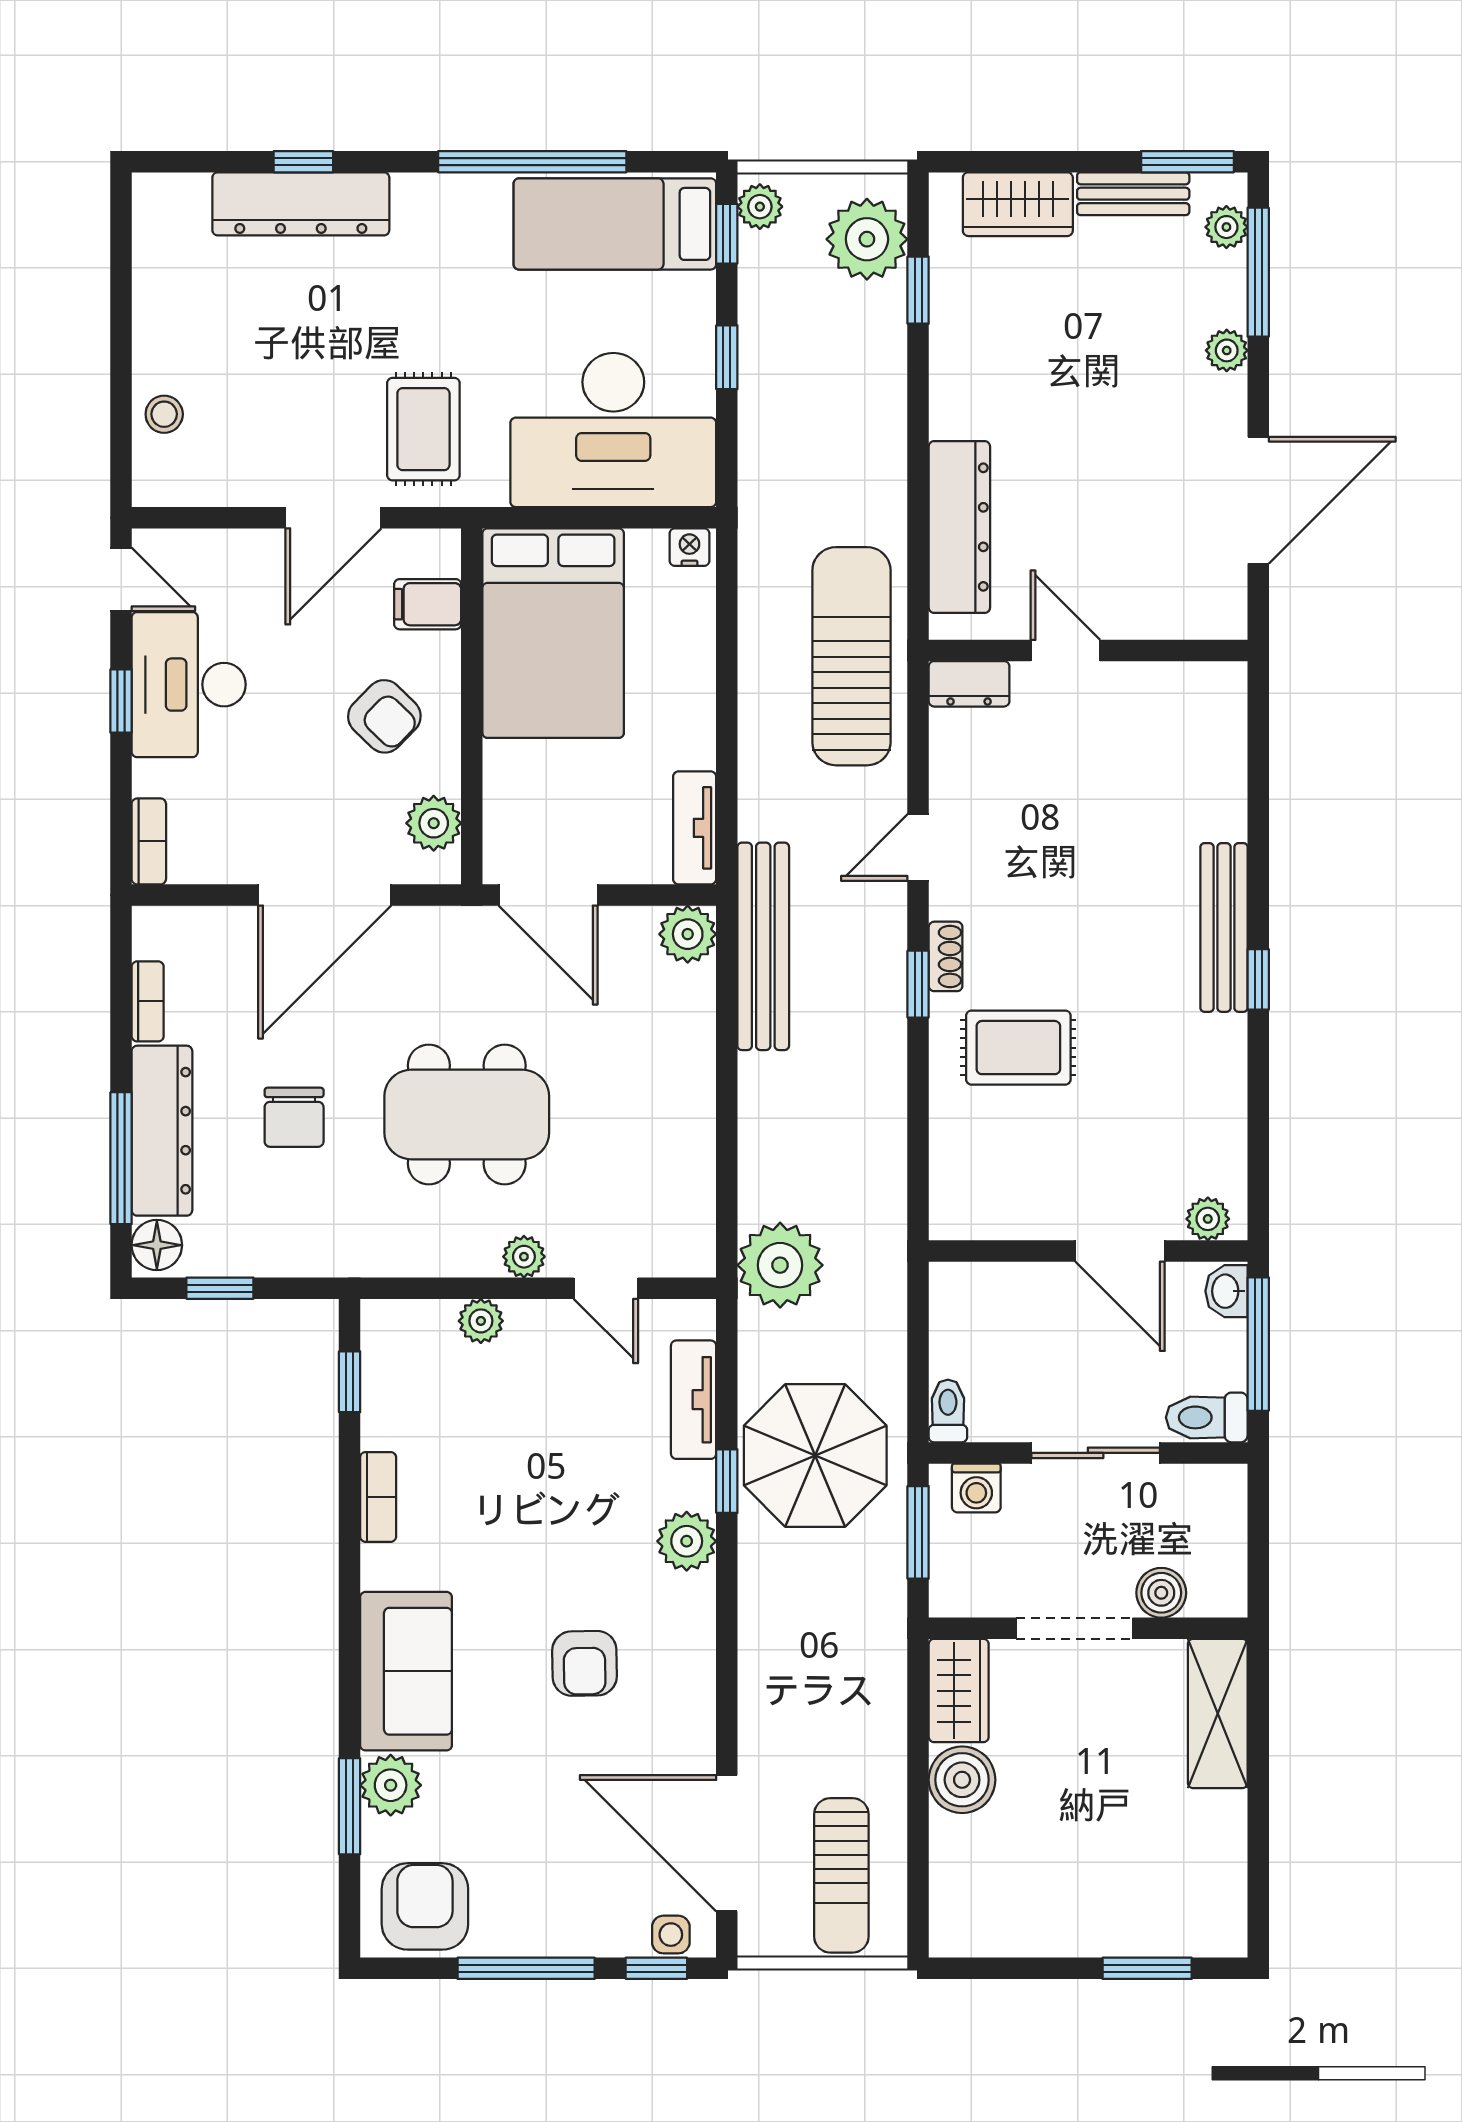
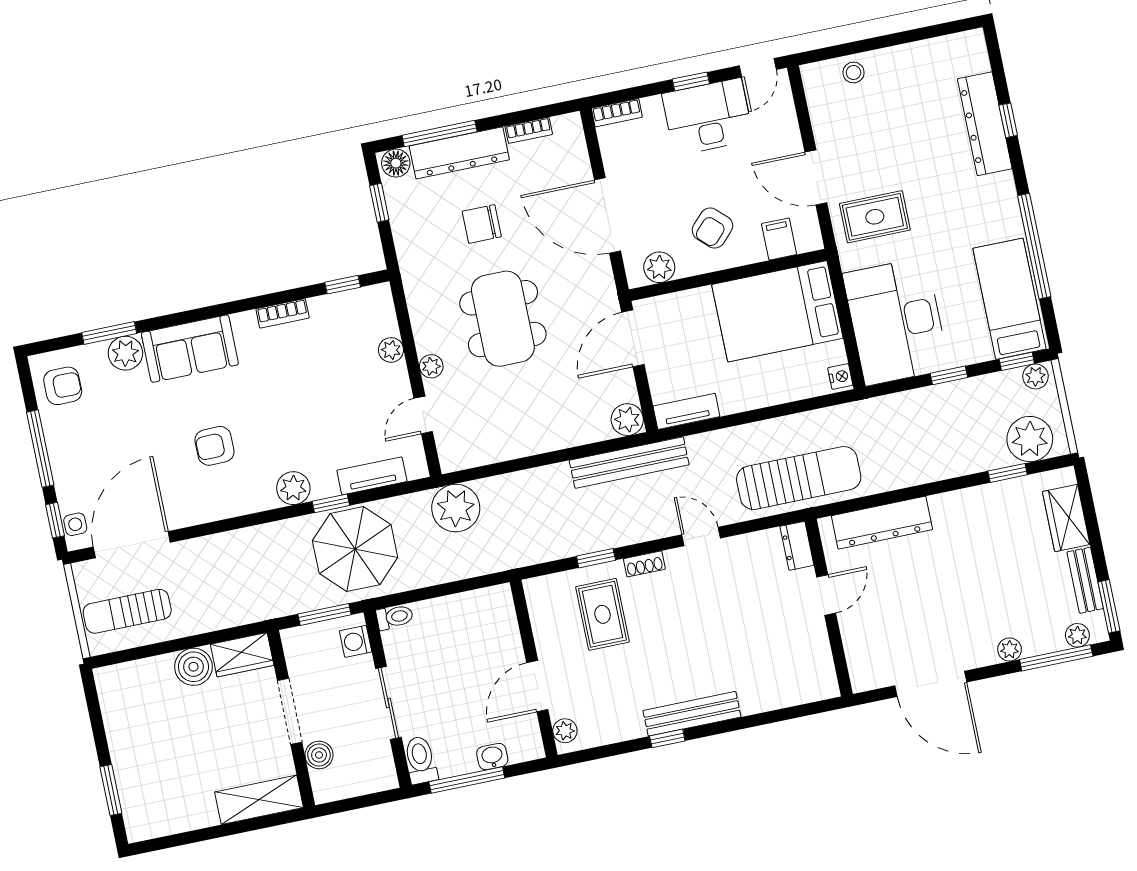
window: (918, 984) -> (596, 558), moved
plant: (1208, 1219) -> (565, 731), moved
wall: (1088, 1251) -> (534, 669), moved
door: (1120, 1251) -> (537, 686), moved
armchair: (425, 1906) -> (63, 386), width x0.72, depth x0.72

